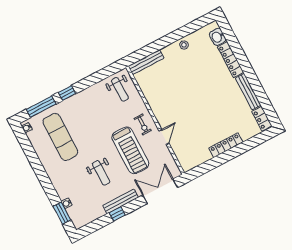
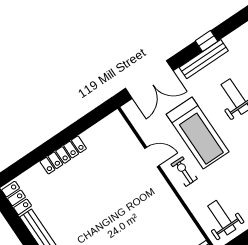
door: (164, 137) -> (152, 157), swing flipped
treadmill: (130, 150) -> (198, 133), turned 180

